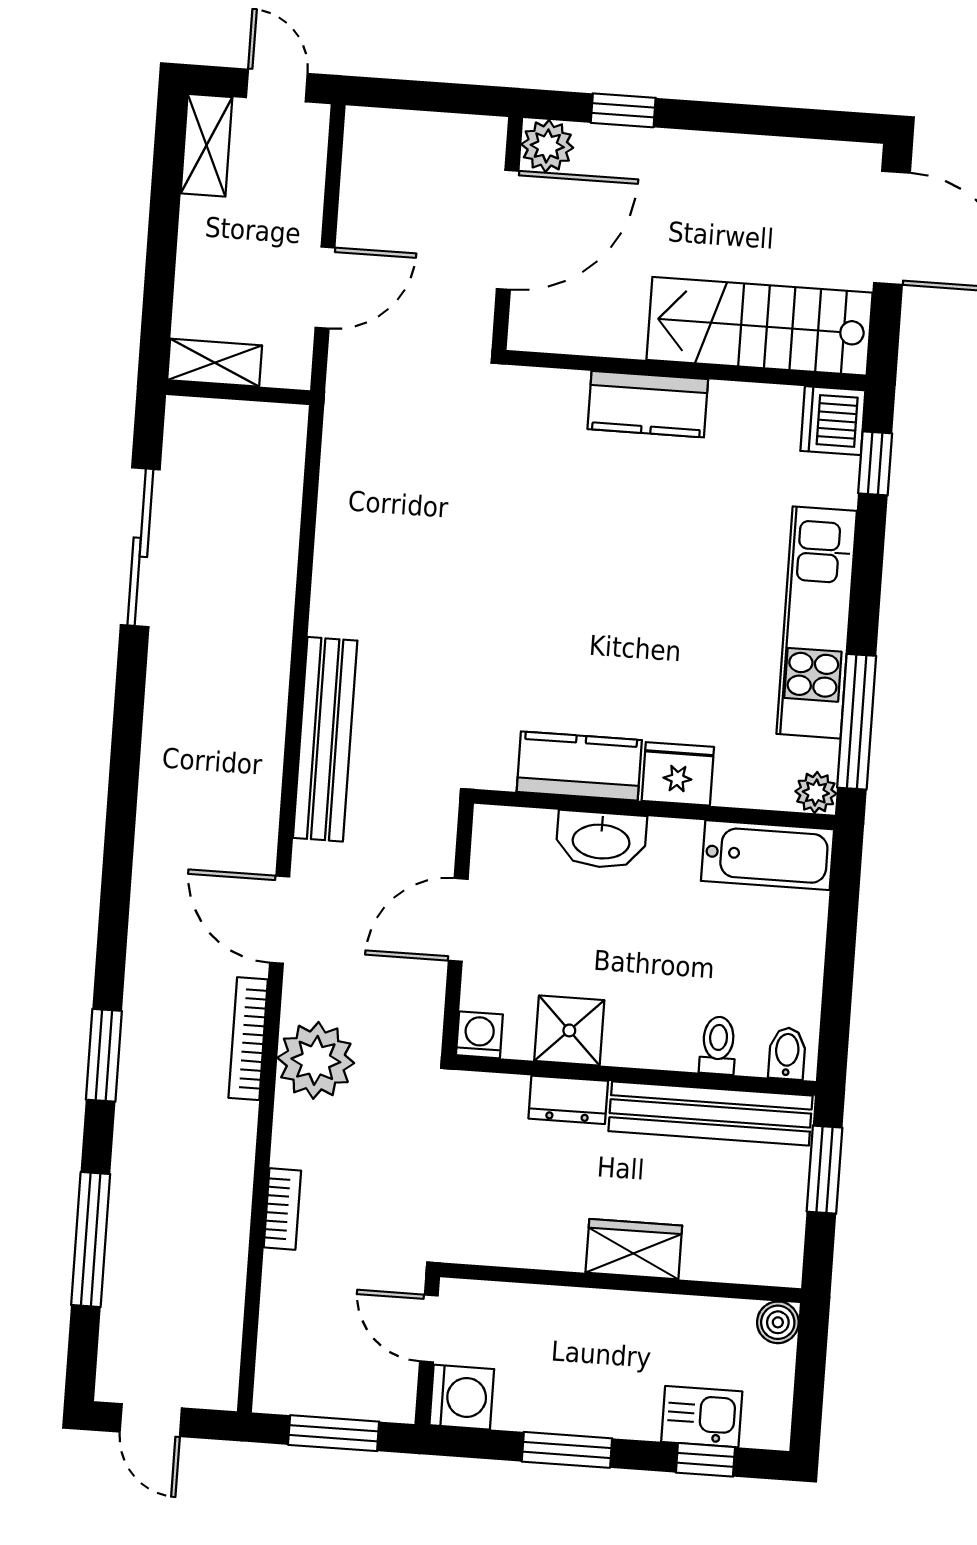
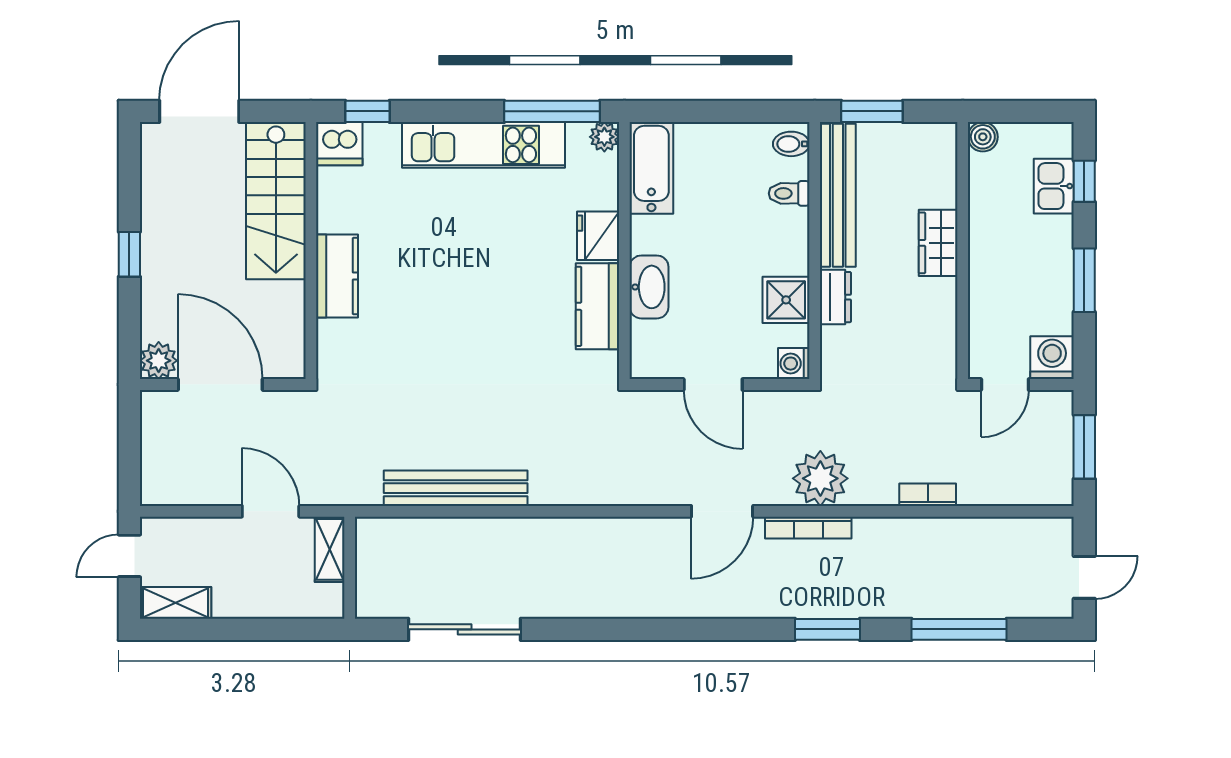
window: (623, 110) -> (129, 254), moved
shelving: (215, 363) -> (330, 549), moved
bench: (325, 739) -> (456, 488), moved

